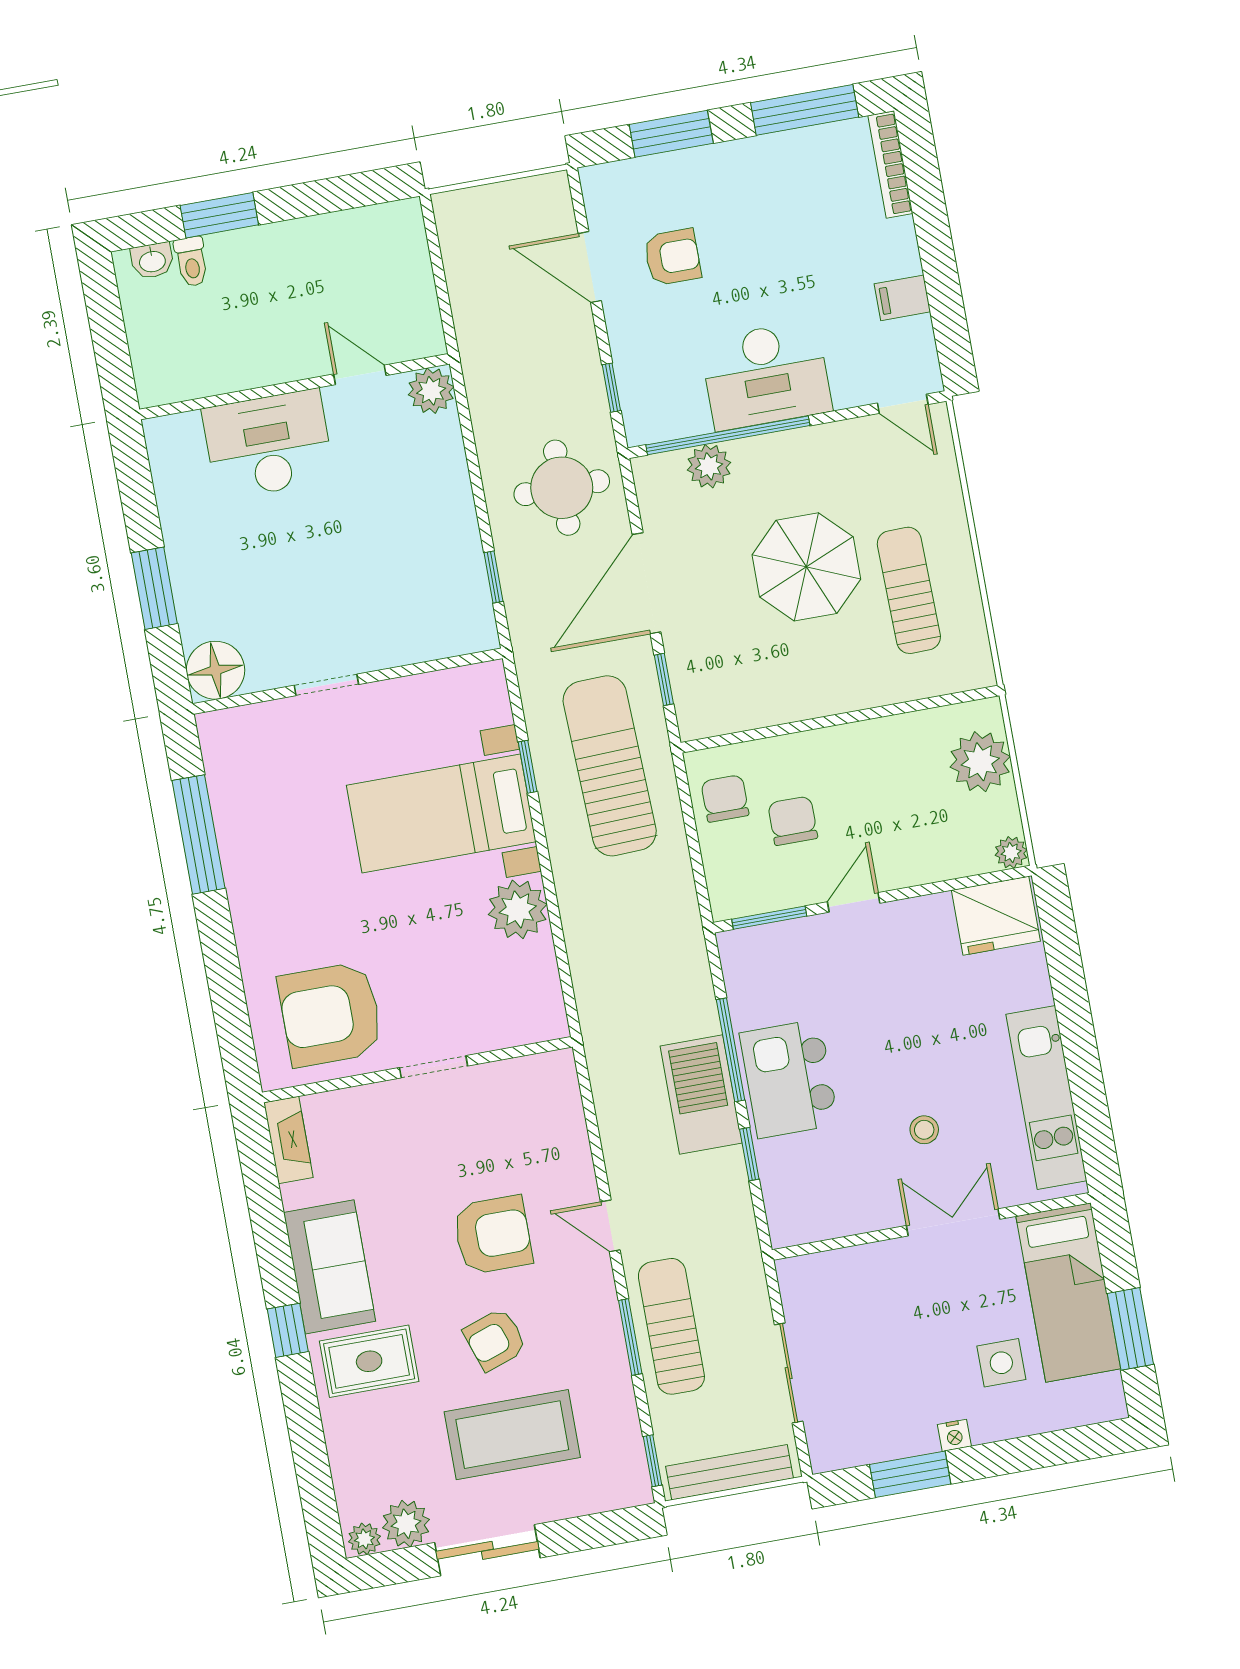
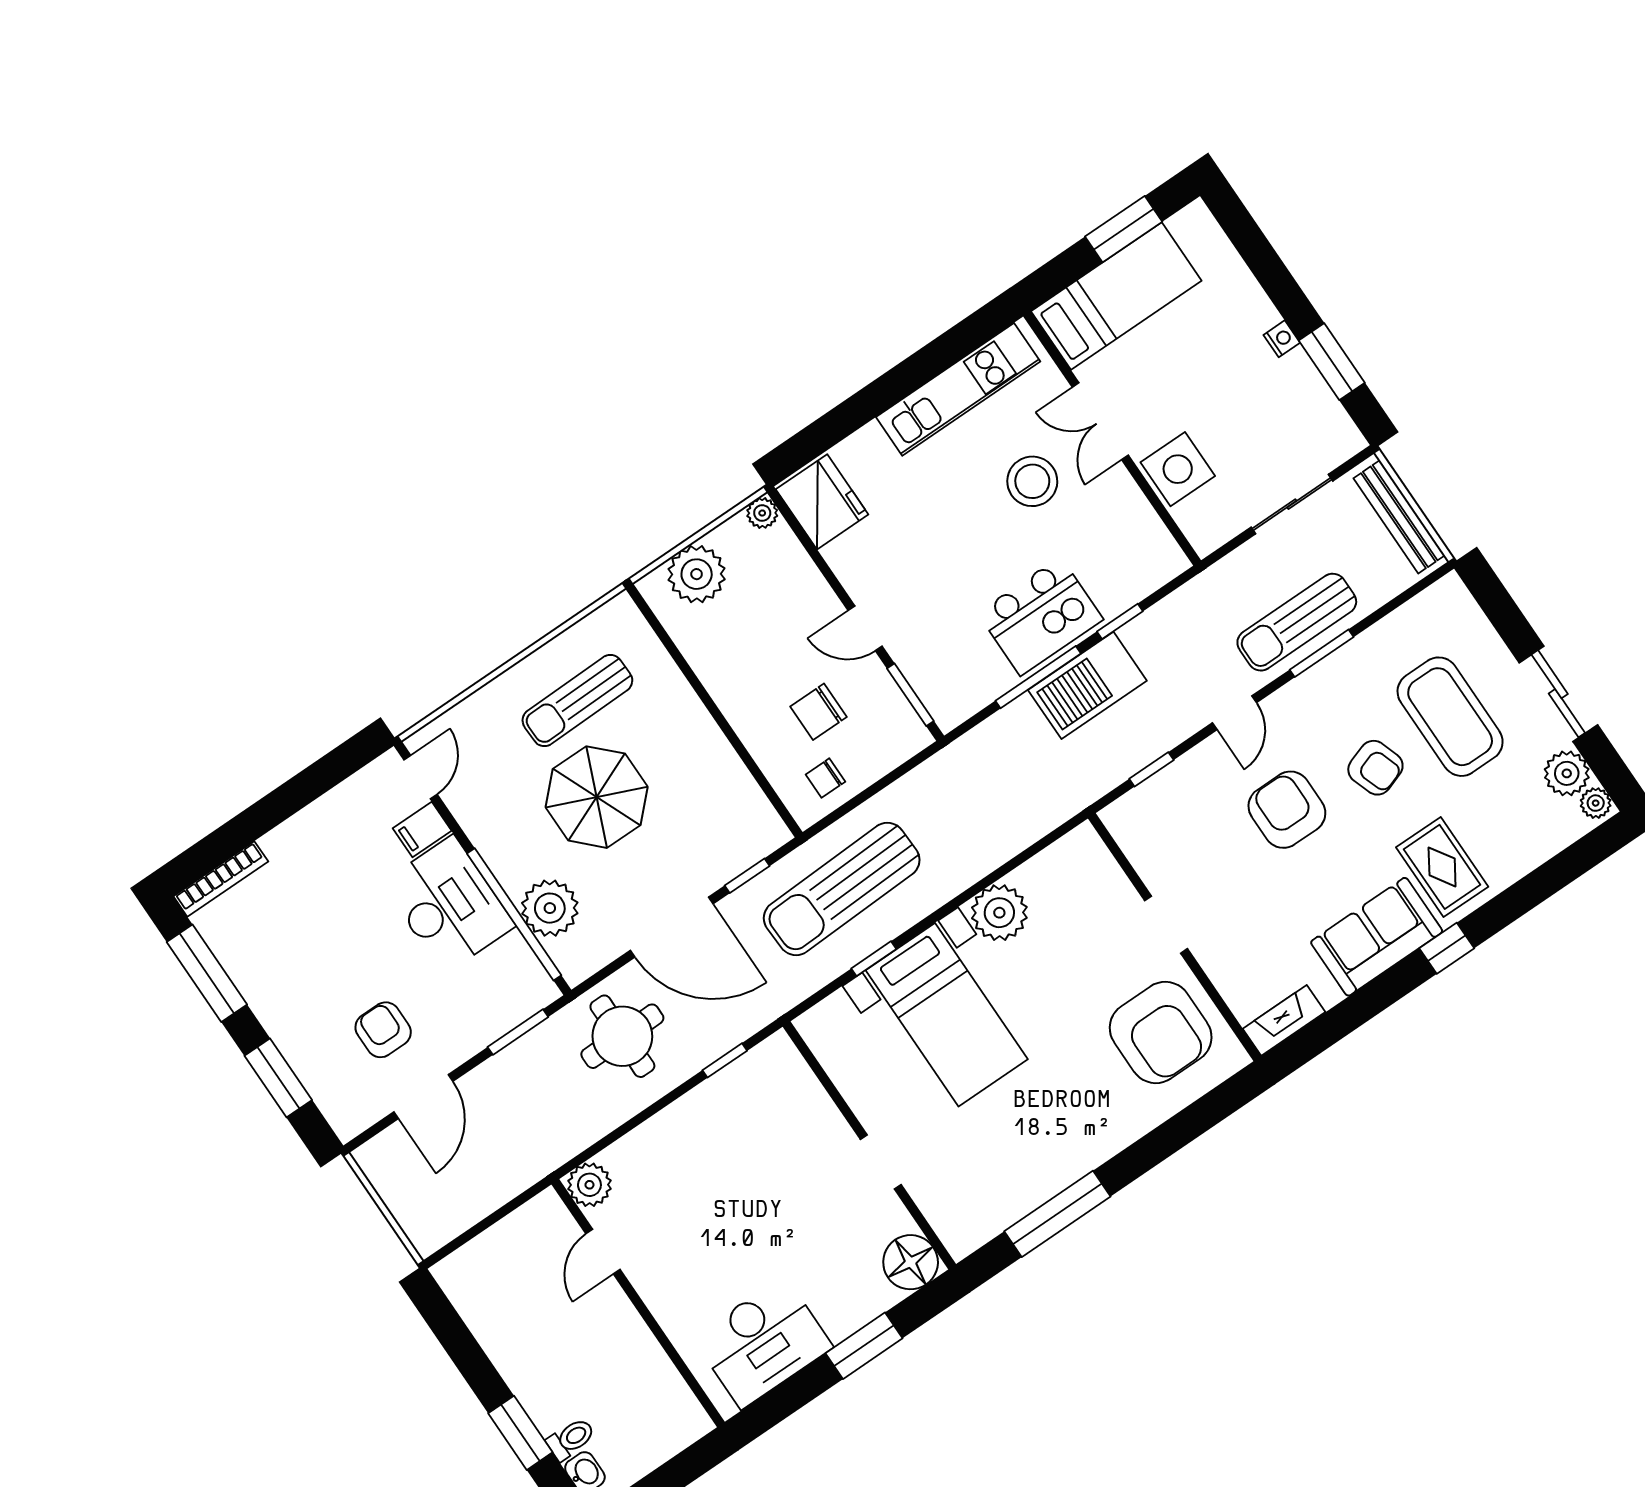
filing cabinet: (902, 298) -> (422, 829), moved, turned 90
window: (611, 388) -> (518, 1032), width x1.50
desk: (268, 444) -> (763, 1342), moved, turned -90
plant: (709, 466) -> (550, 908), width x1.36, depth x1.36
chair: (725, 798) -> (825, 778), width x0.73, depth x0.73
stool: (924, 1130) -> (1032, 481), width x1.89, depth x1.89
side table: (1001, 1363) -> (1178, 469), moved, width x1.37, depth x1.37
window: (652, 1461) -> (1151, 769), moved

